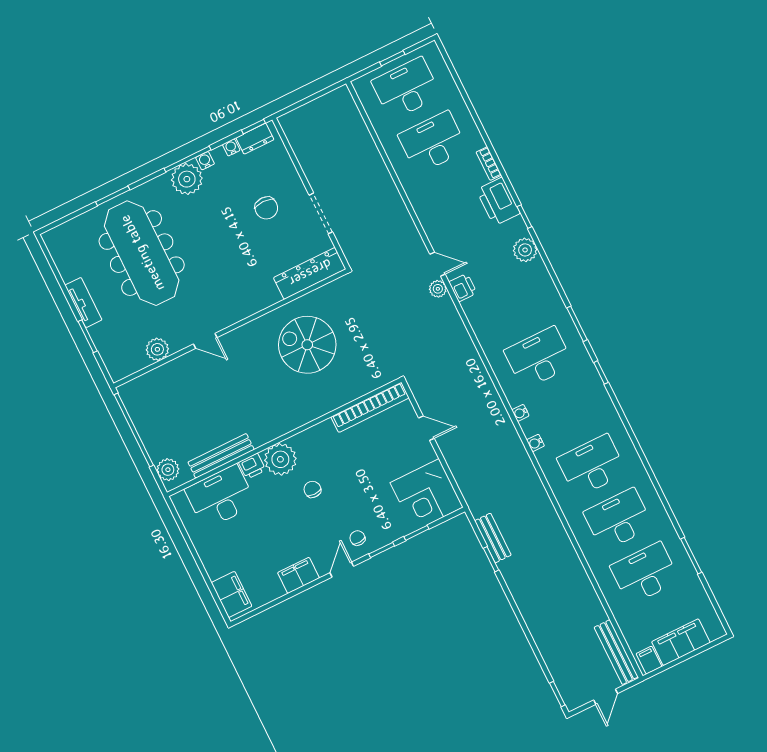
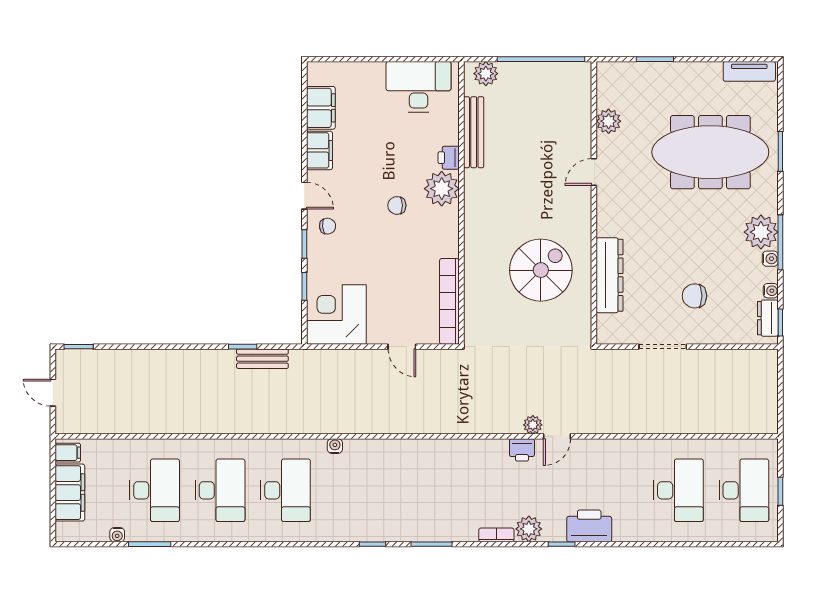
bookcase: (489, 164) -> (496, 535), moved
dresser: (310, 273) -> (610, 275), moved
tv unit: (83, 303) -> (749, 71), moved
desk: (539, 358) -> (417, 490), removed
water cooler: (520, 413) -> (117, 535), moved, turned 180
door: (426, 428) -> (402, 347), hinge flipped
chair: (312, 489) -> (397, 205), turned 180
desk: (220, 497) -> (419, 87), moved, turned -90
filing cabinet: (232, 594) -> (321, 108), moved, turned -90
bench: (616, 652) -> (91, 424), removed

